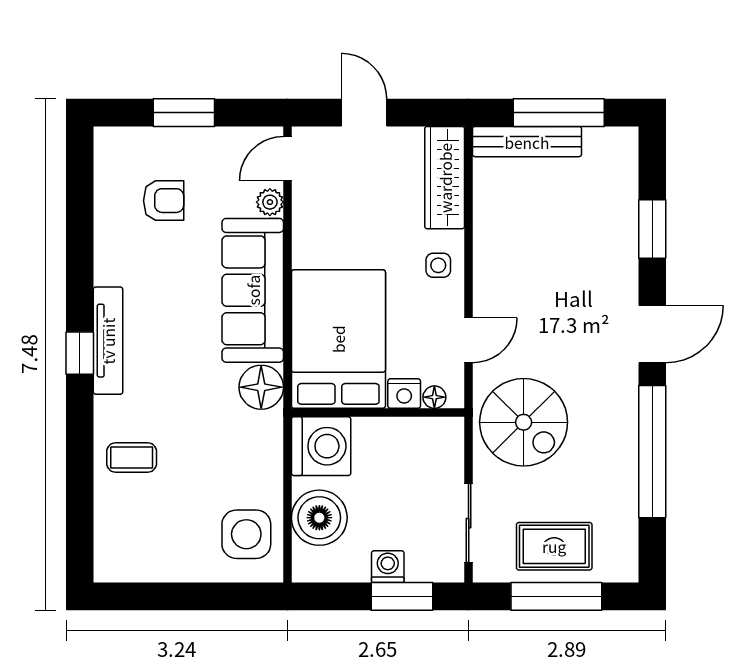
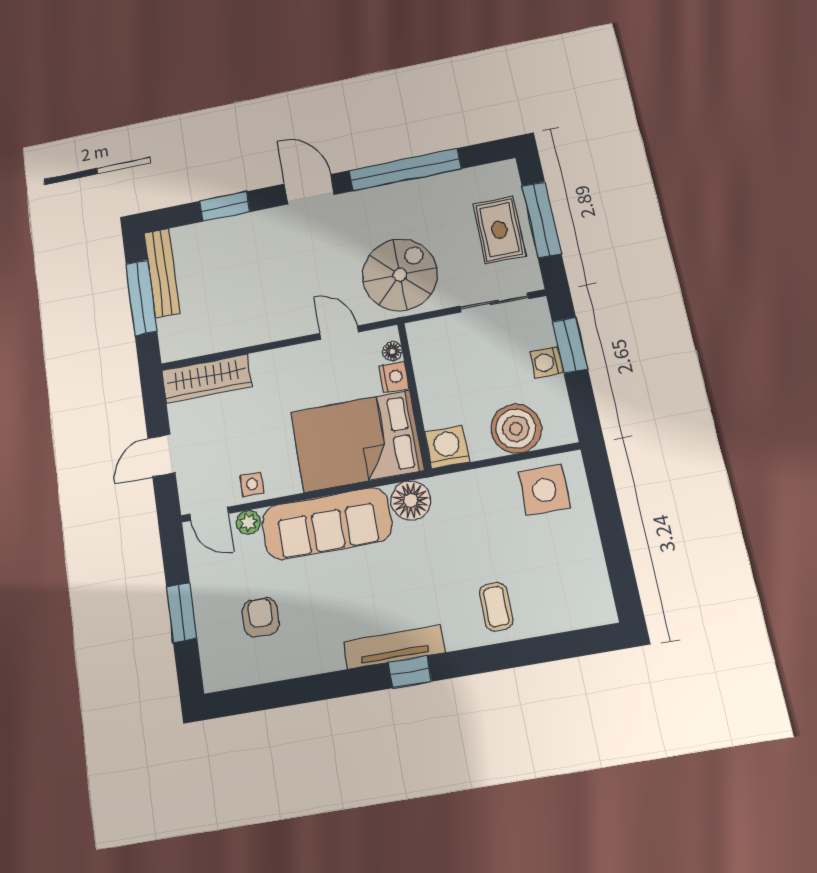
bench: (527, 142) -> (162, 273), moved
side table: (438, 265) -> (252, 484), moved
washing machine: (321, 446) -> (447, 447), width x0.73, depth x0.73

